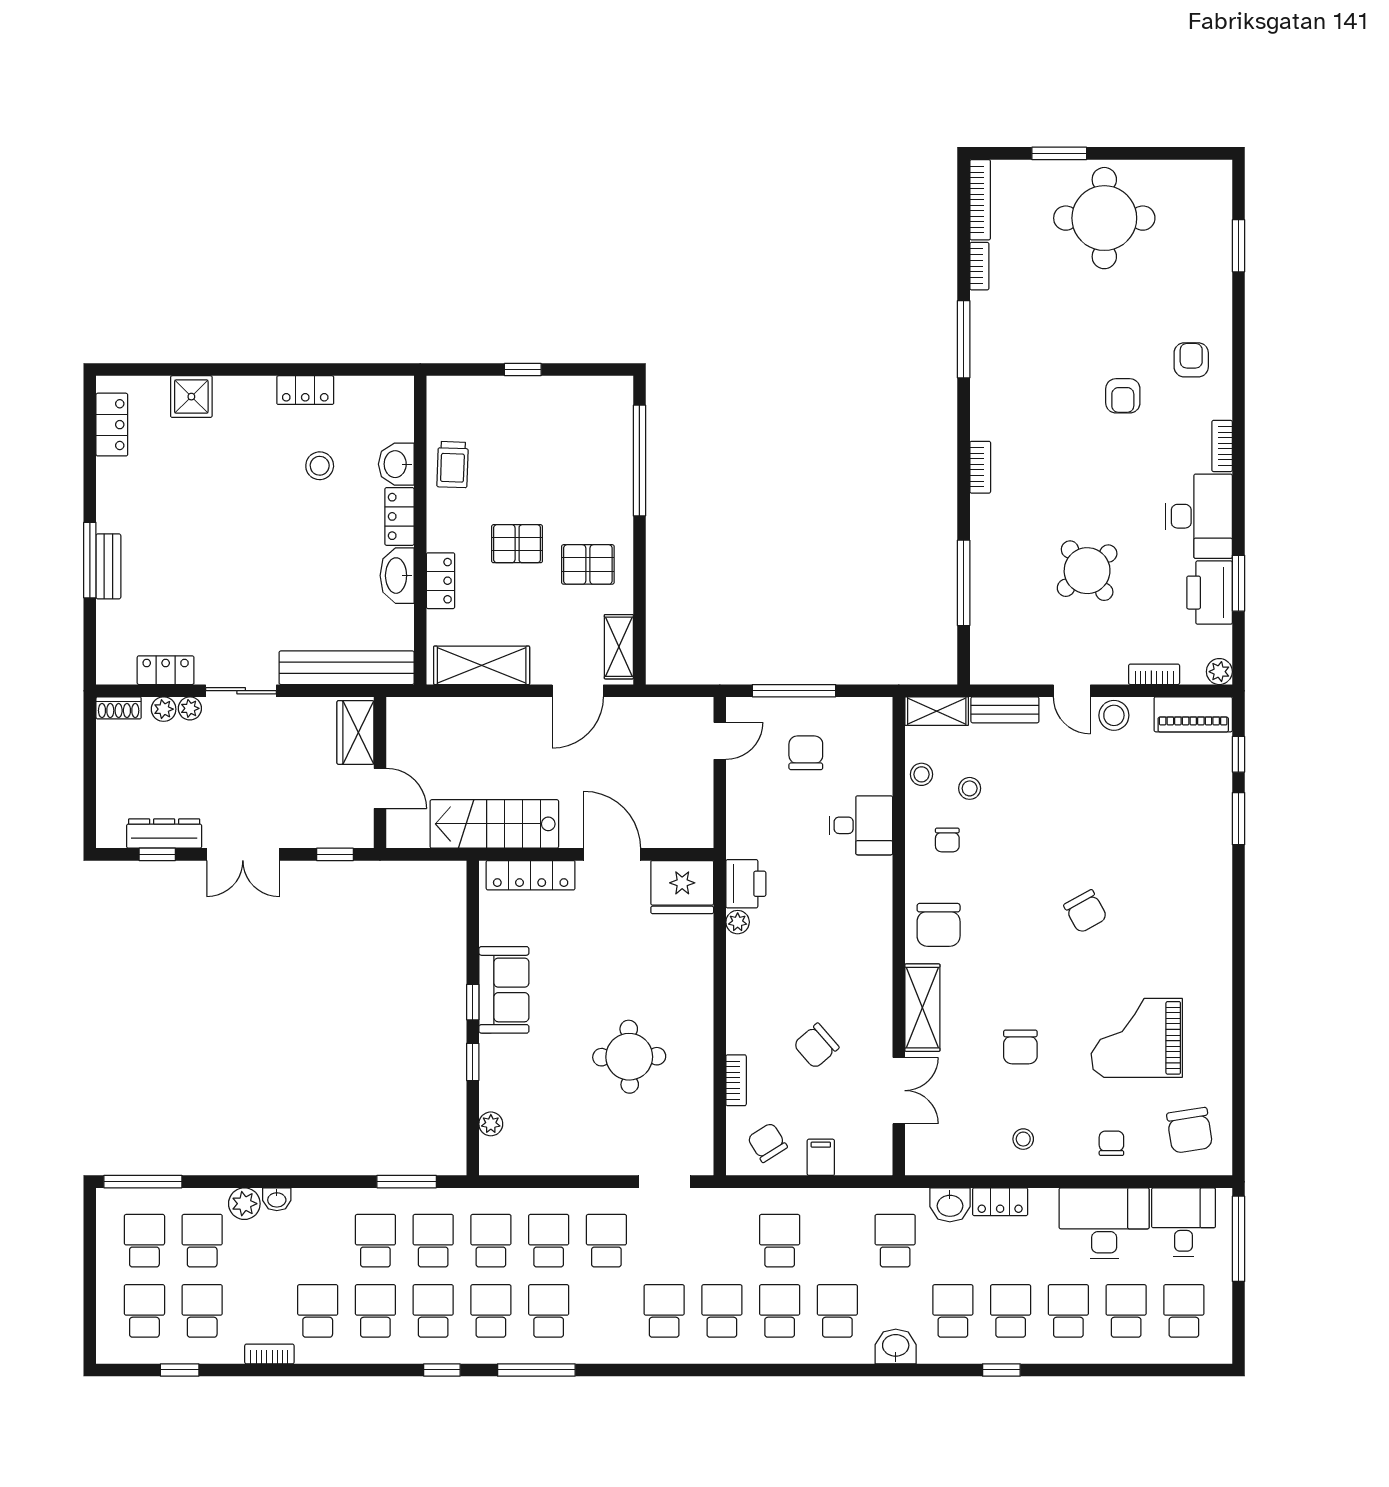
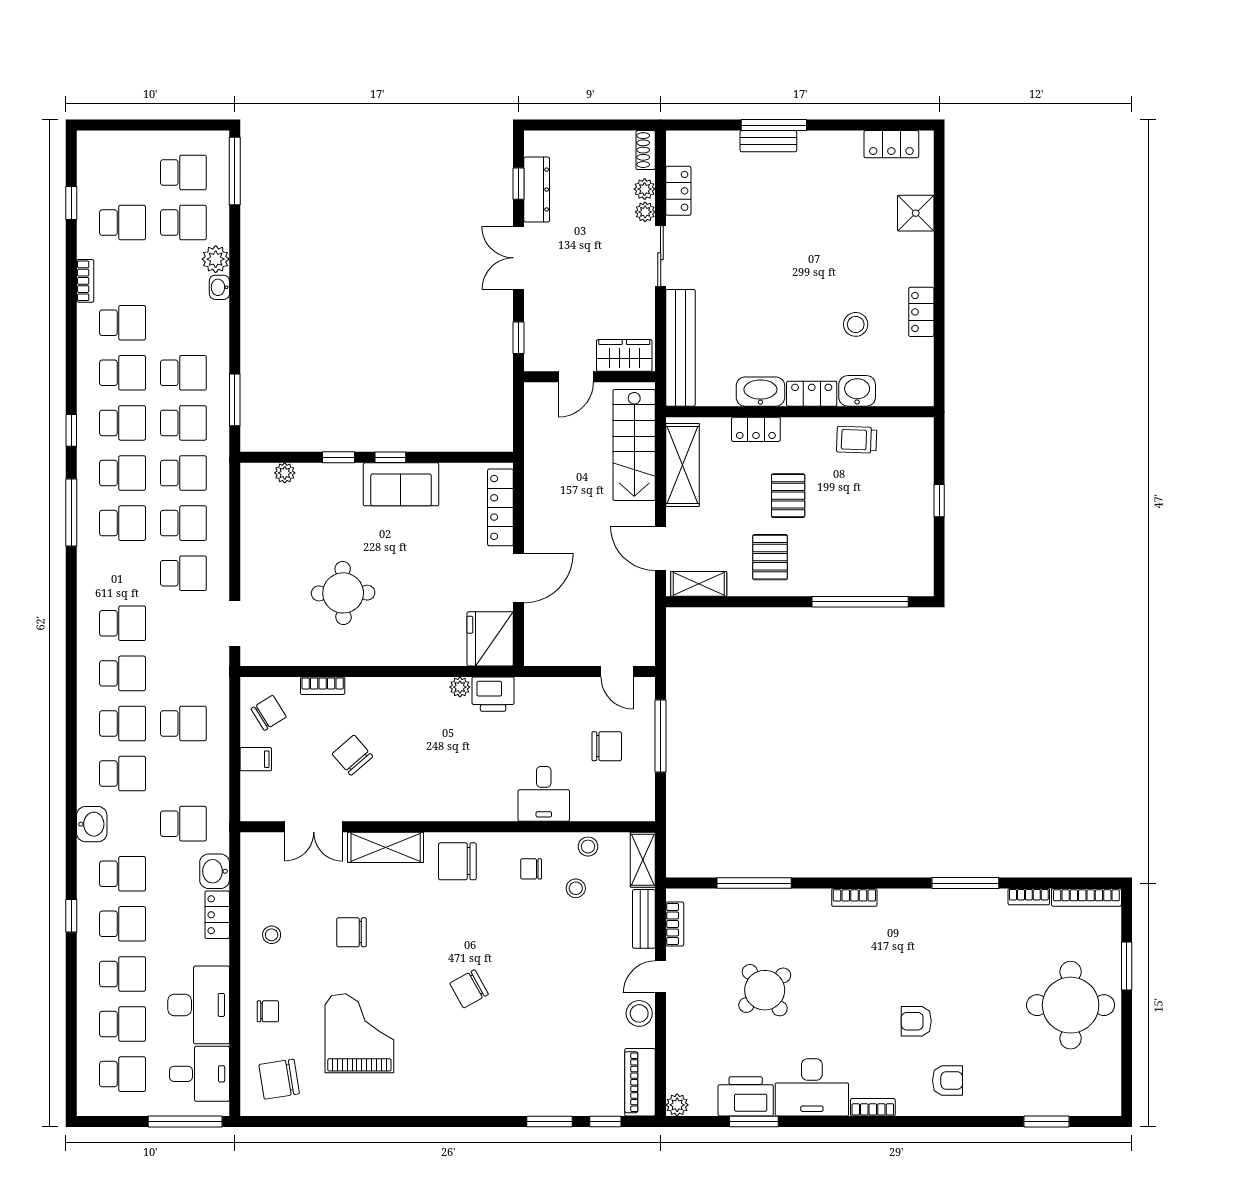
bookcase: (1154, 674) -> (675, 924), moved
stairs: (494, 824) -> (634, 445), moved, turned 180
school desk: (144, 1311) -> (123, 172), removed

